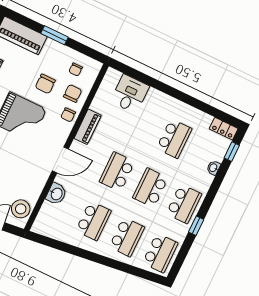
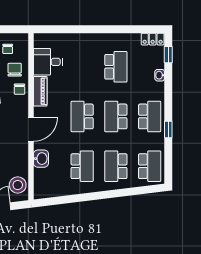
desk: (130, 94) -> (48, 62), moved, turned -90
school desk: (127, 237) -> (116, 166), turned 180

